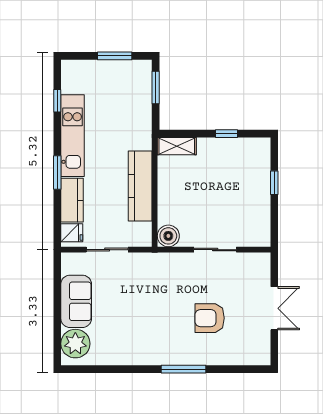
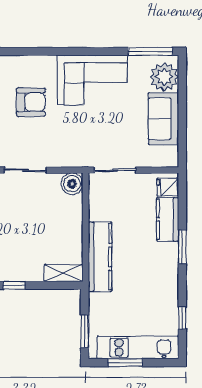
kitchen unit: (73, 136) -> (138, 347), moved, turned 90
kitchen counter: (140, 186) -> (100, 257), moved
sliding door: (107, 250) -> (115, 170), moved
corner sofa: (148, 340) -> (92, 80), added
window: (183, 369) -> (150, 51), moved

